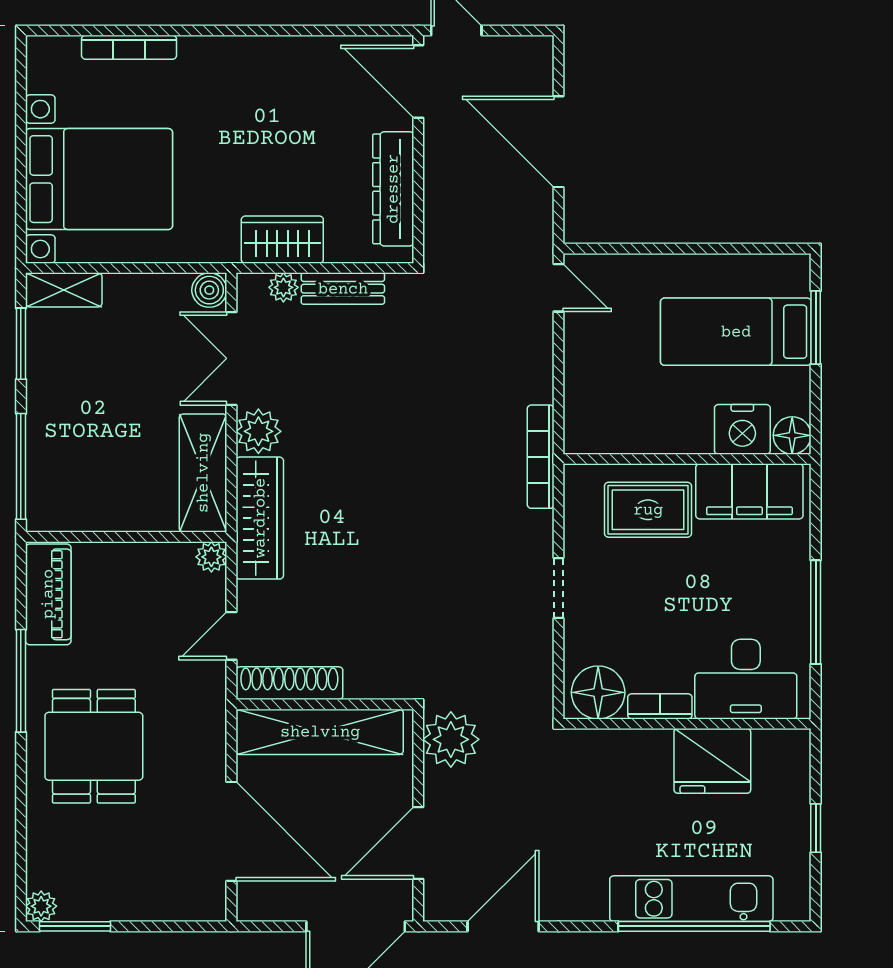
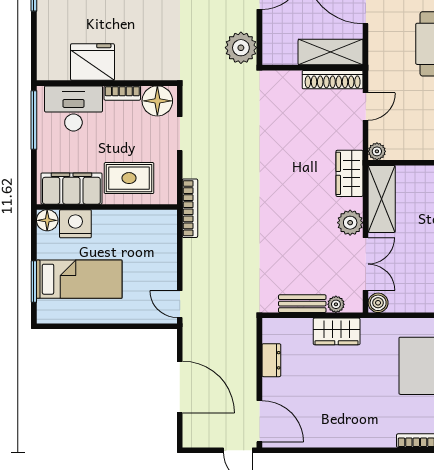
dresser: (393, 189) -> (271, 360), width x0.51, depth x0.80
wardrobe: (260, 518) -> (349, 173), width x0.67
desk: (746, 679) -> (73, 108), moved
floor lamp: (598, 692) -> (157, 101), moved
bookcase: (660, 706) -> (122, 93), moved
wall: (687, 724) -> (107, 83), moved
shelving: (320, 732) -> (331, 52), width x0.68
fridge: (712, 761) -> (92, 62), moved

